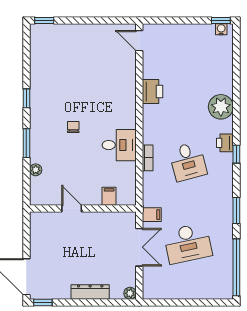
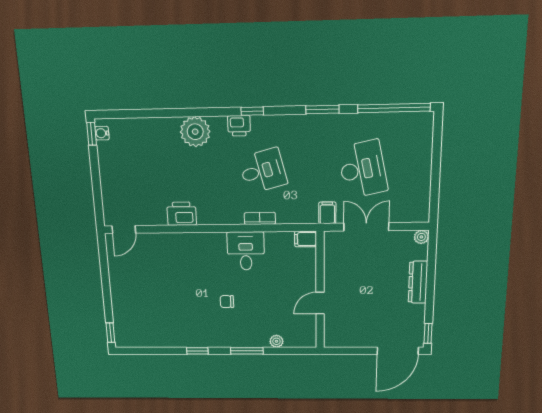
filing cabinet: (109, 196) -> (305, 239), moved

